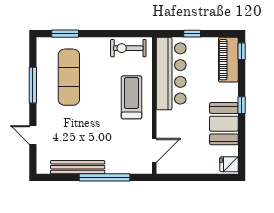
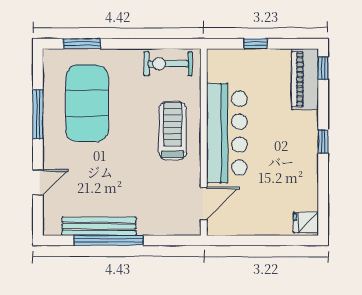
bar counter: (171, 73) -> (227, 133), moved
exercise mat: (69, 77) -> (87, 103), width x1.47
booth: (224, 124) -> (299, 167), removed
door: (33, 135) -> (38, 182), swing flipped
window: (105, 177) -> (108, 240), moved

